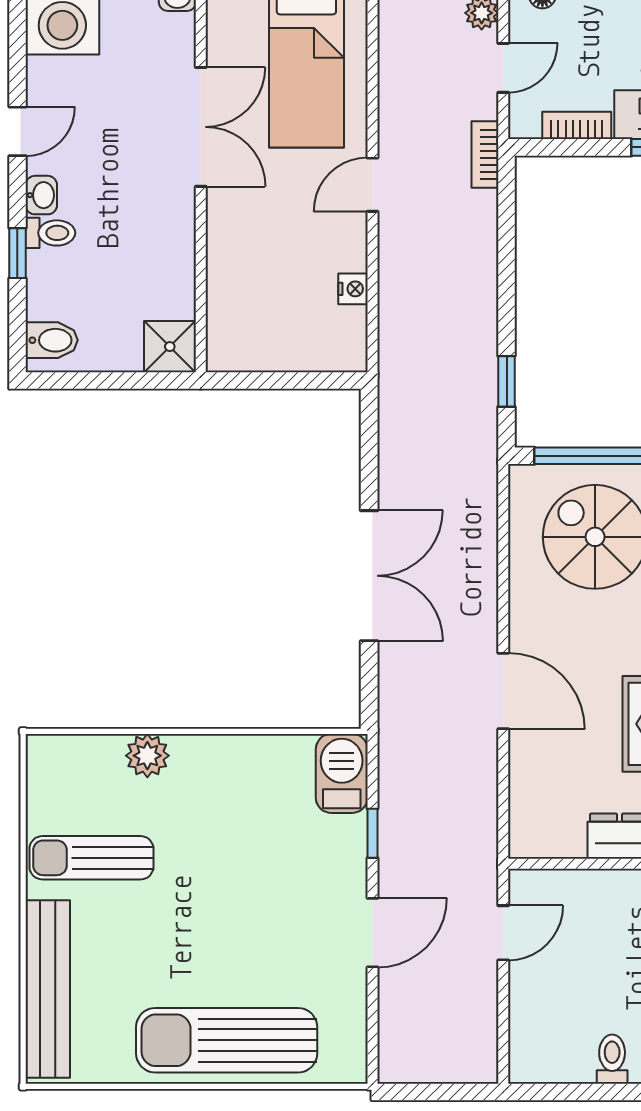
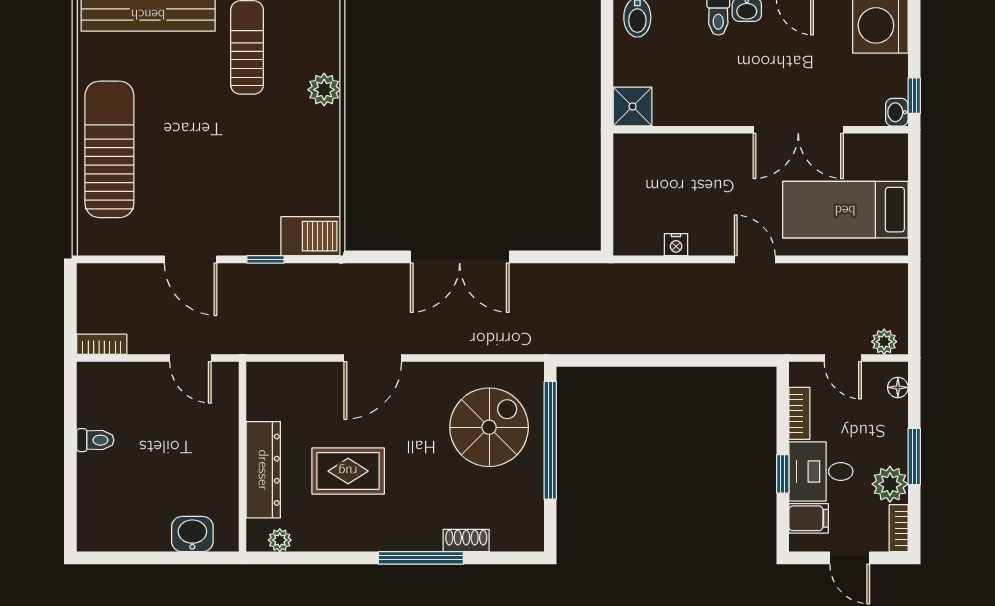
bookcase: (485, 154) -> (102, 344), moved
window: (507, 381) -> (606, 360), removed

